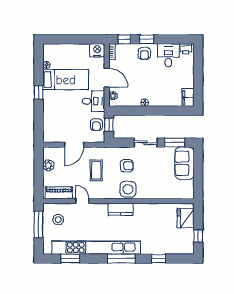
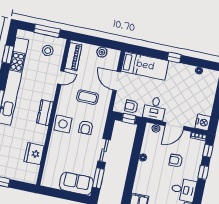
armchair: (144, 53) -> (176, 161), moved
bed: (66, 80) -> (145, 66), moved, turned -90
fridge: (186, 218) -> (34, 154), moved, turned -90

